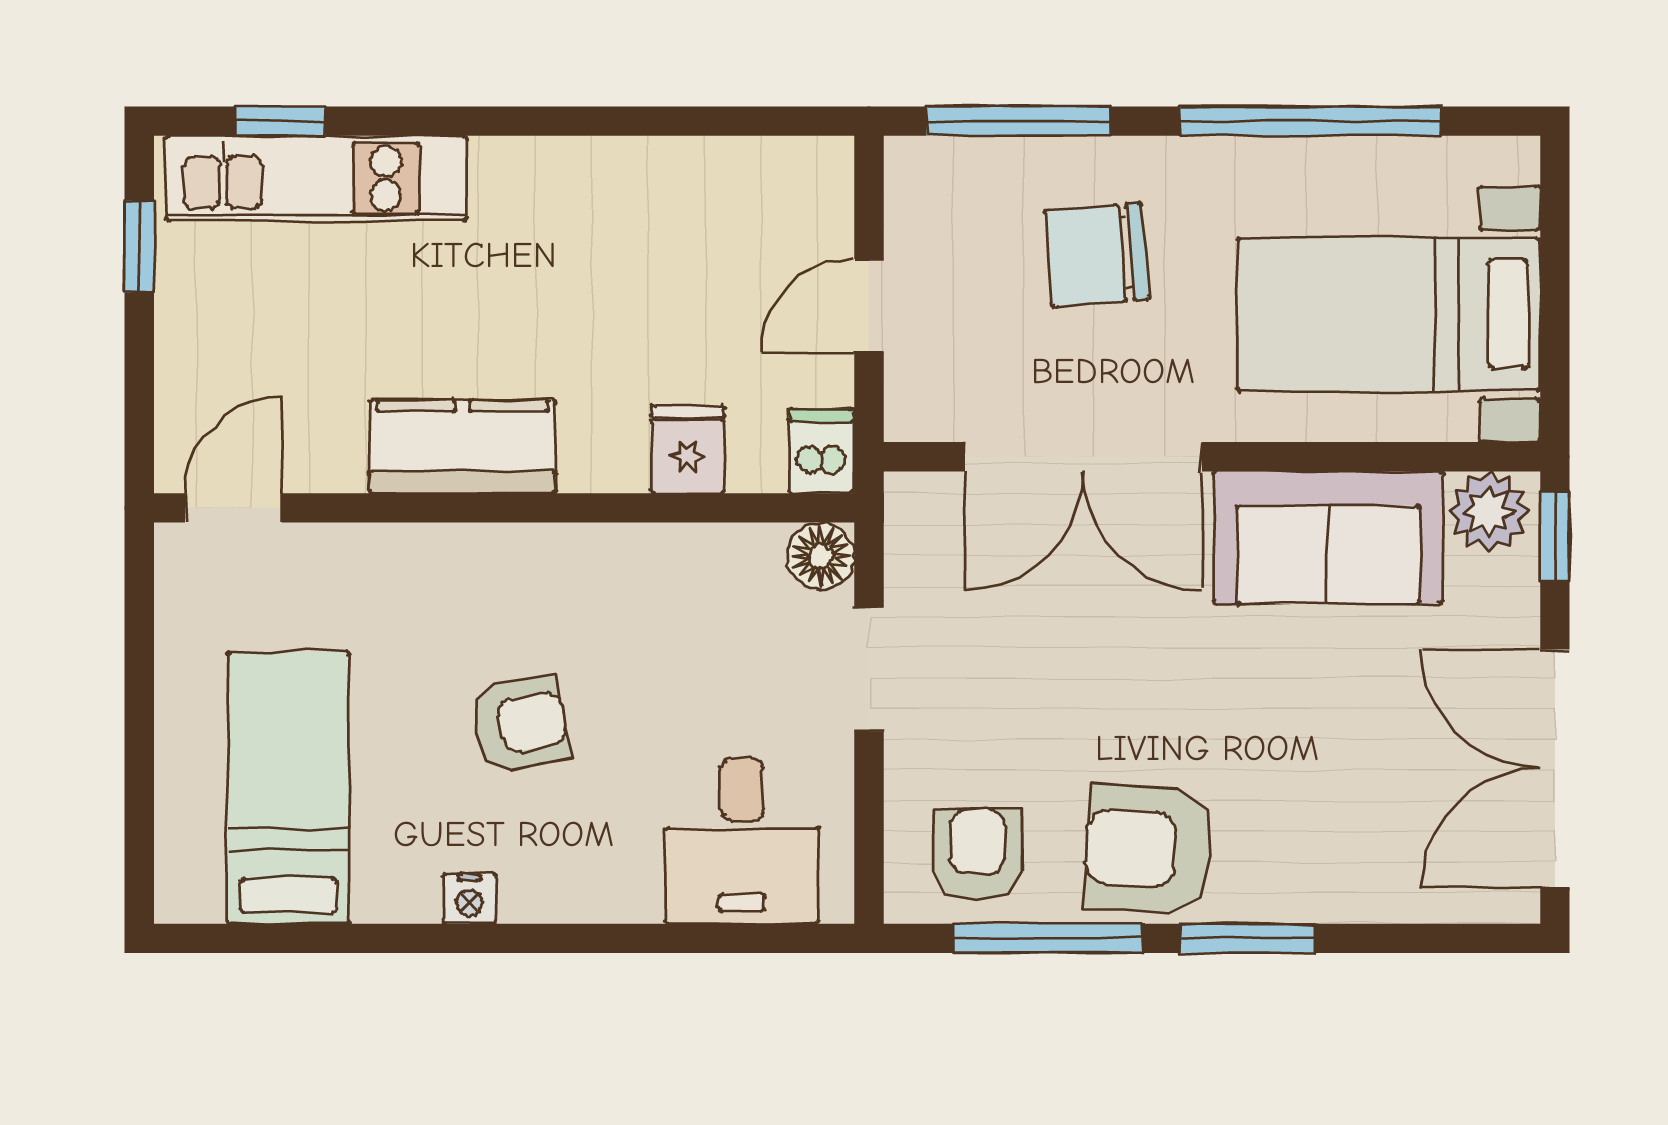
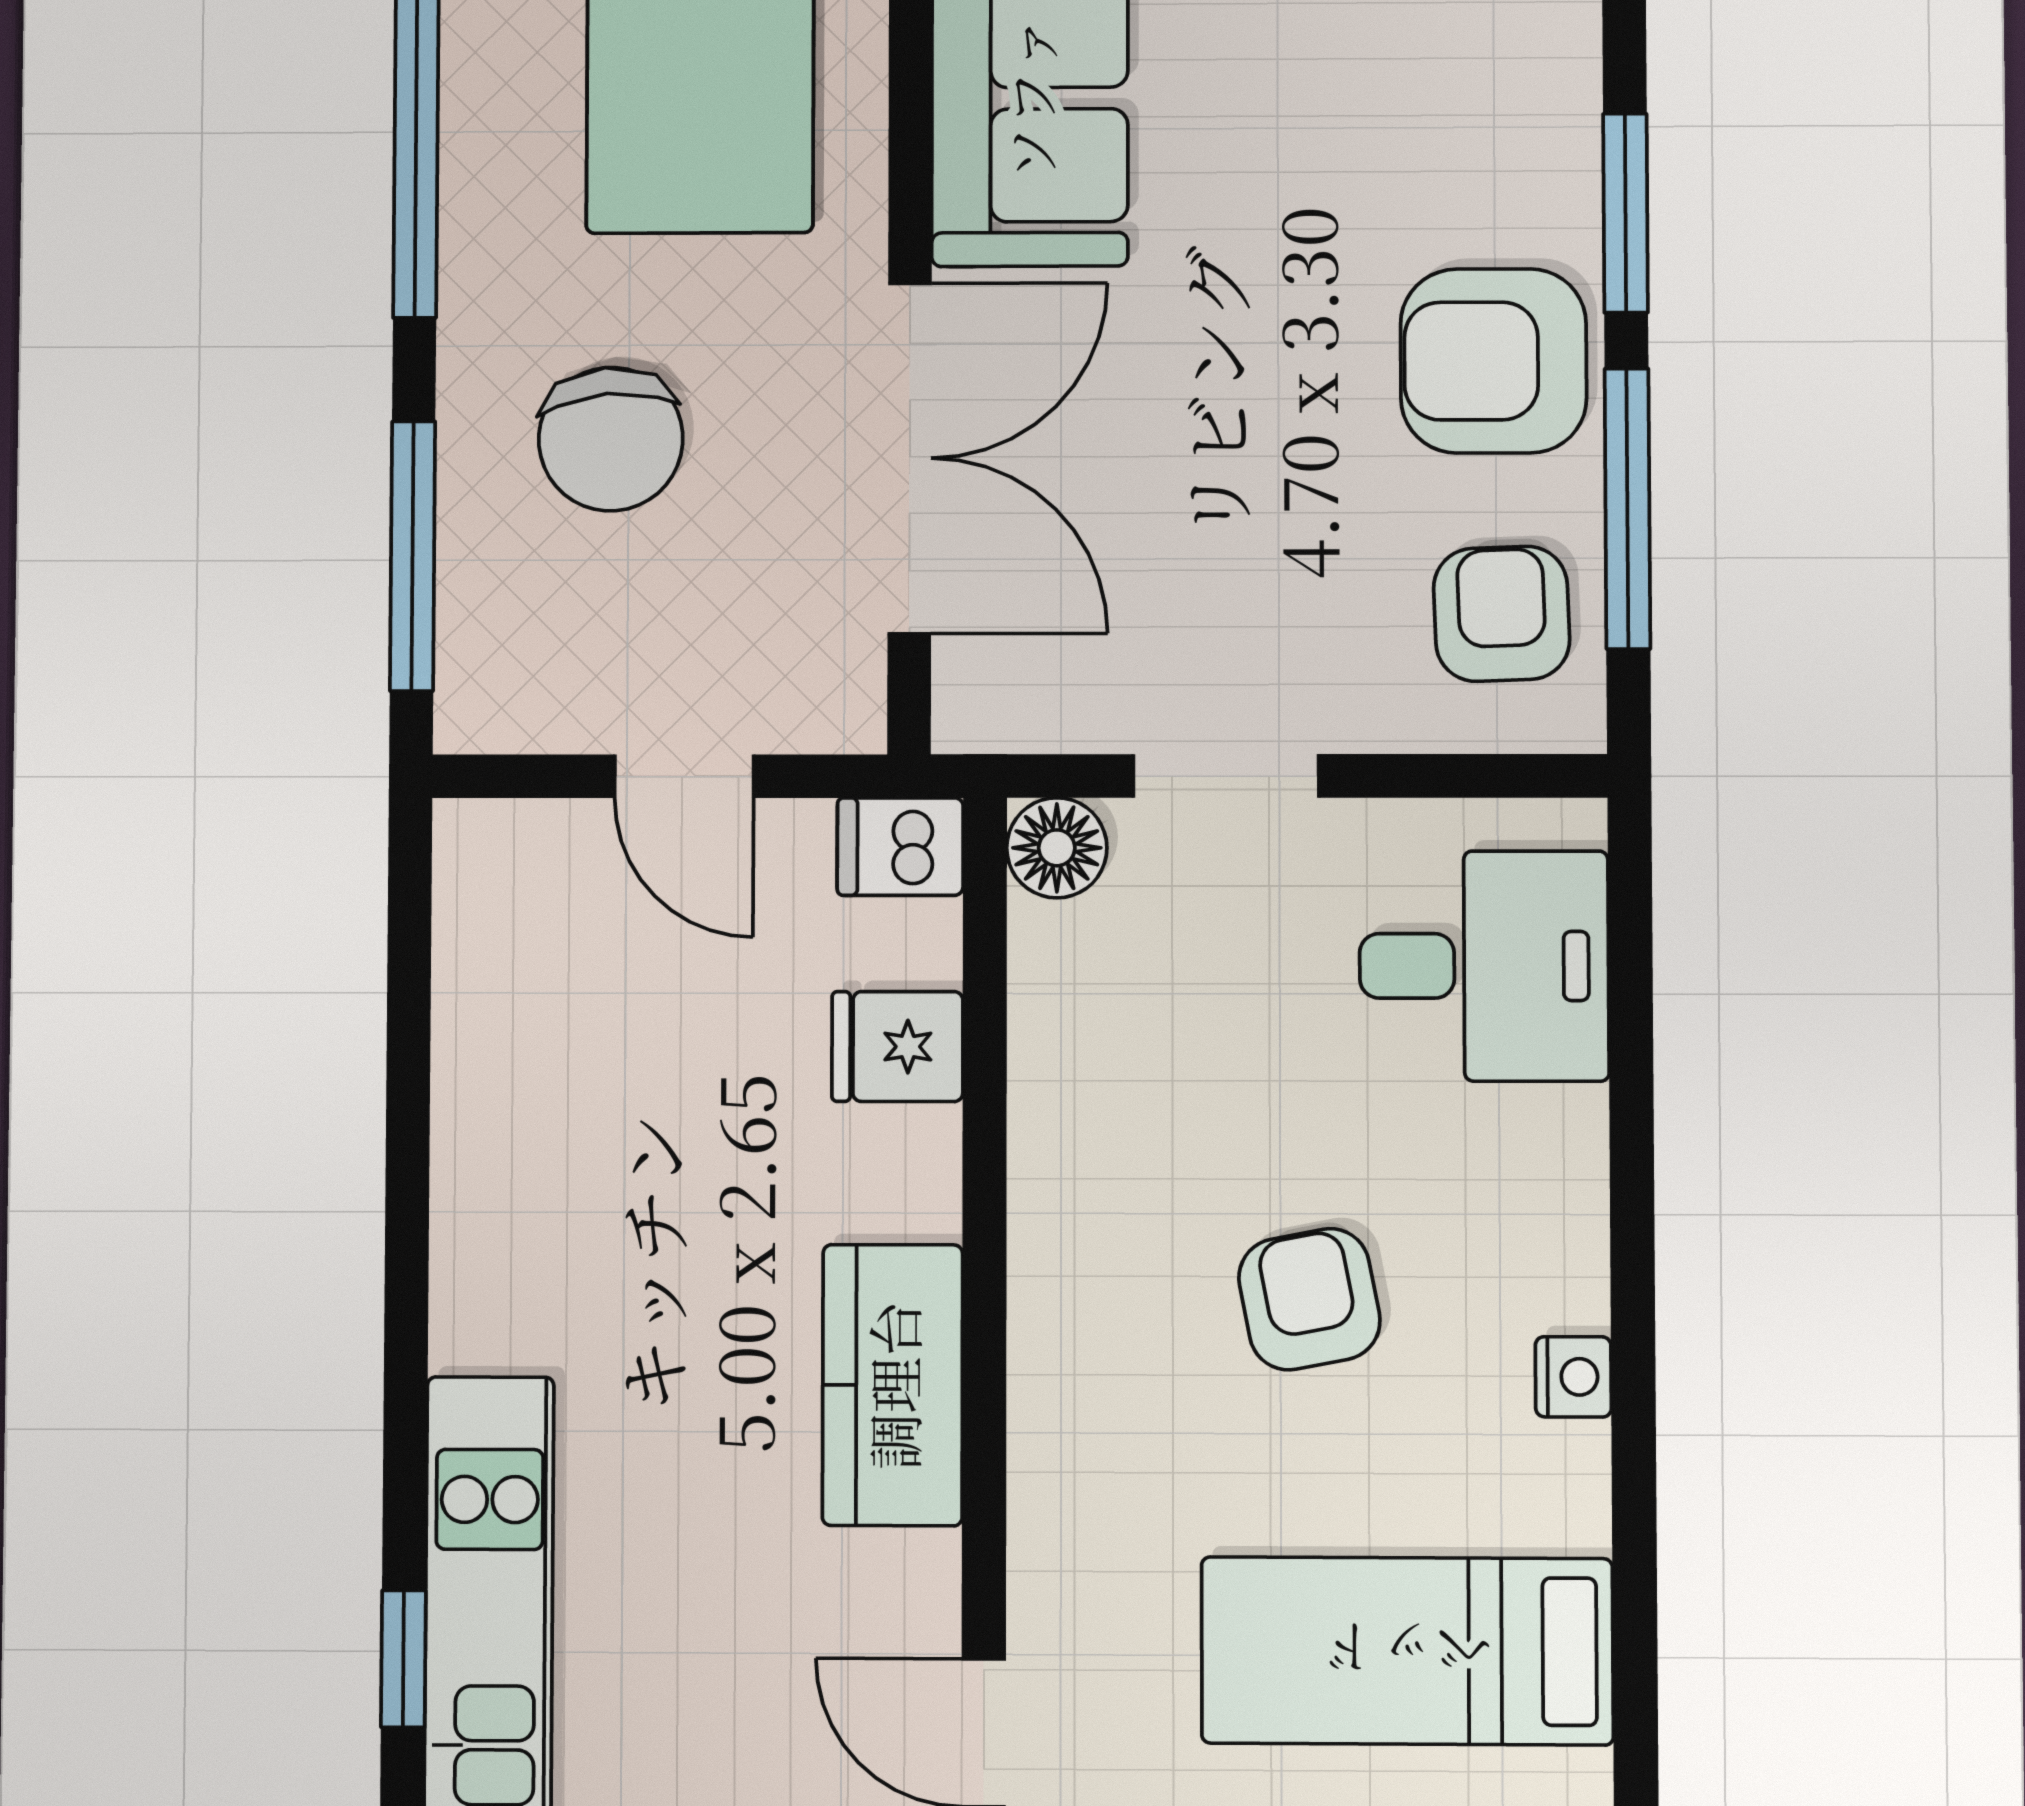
armchair: (1148, 849) -> (1494, 361), turned 86
armchair: (978, 854) -> (1502, 614), turned 88

